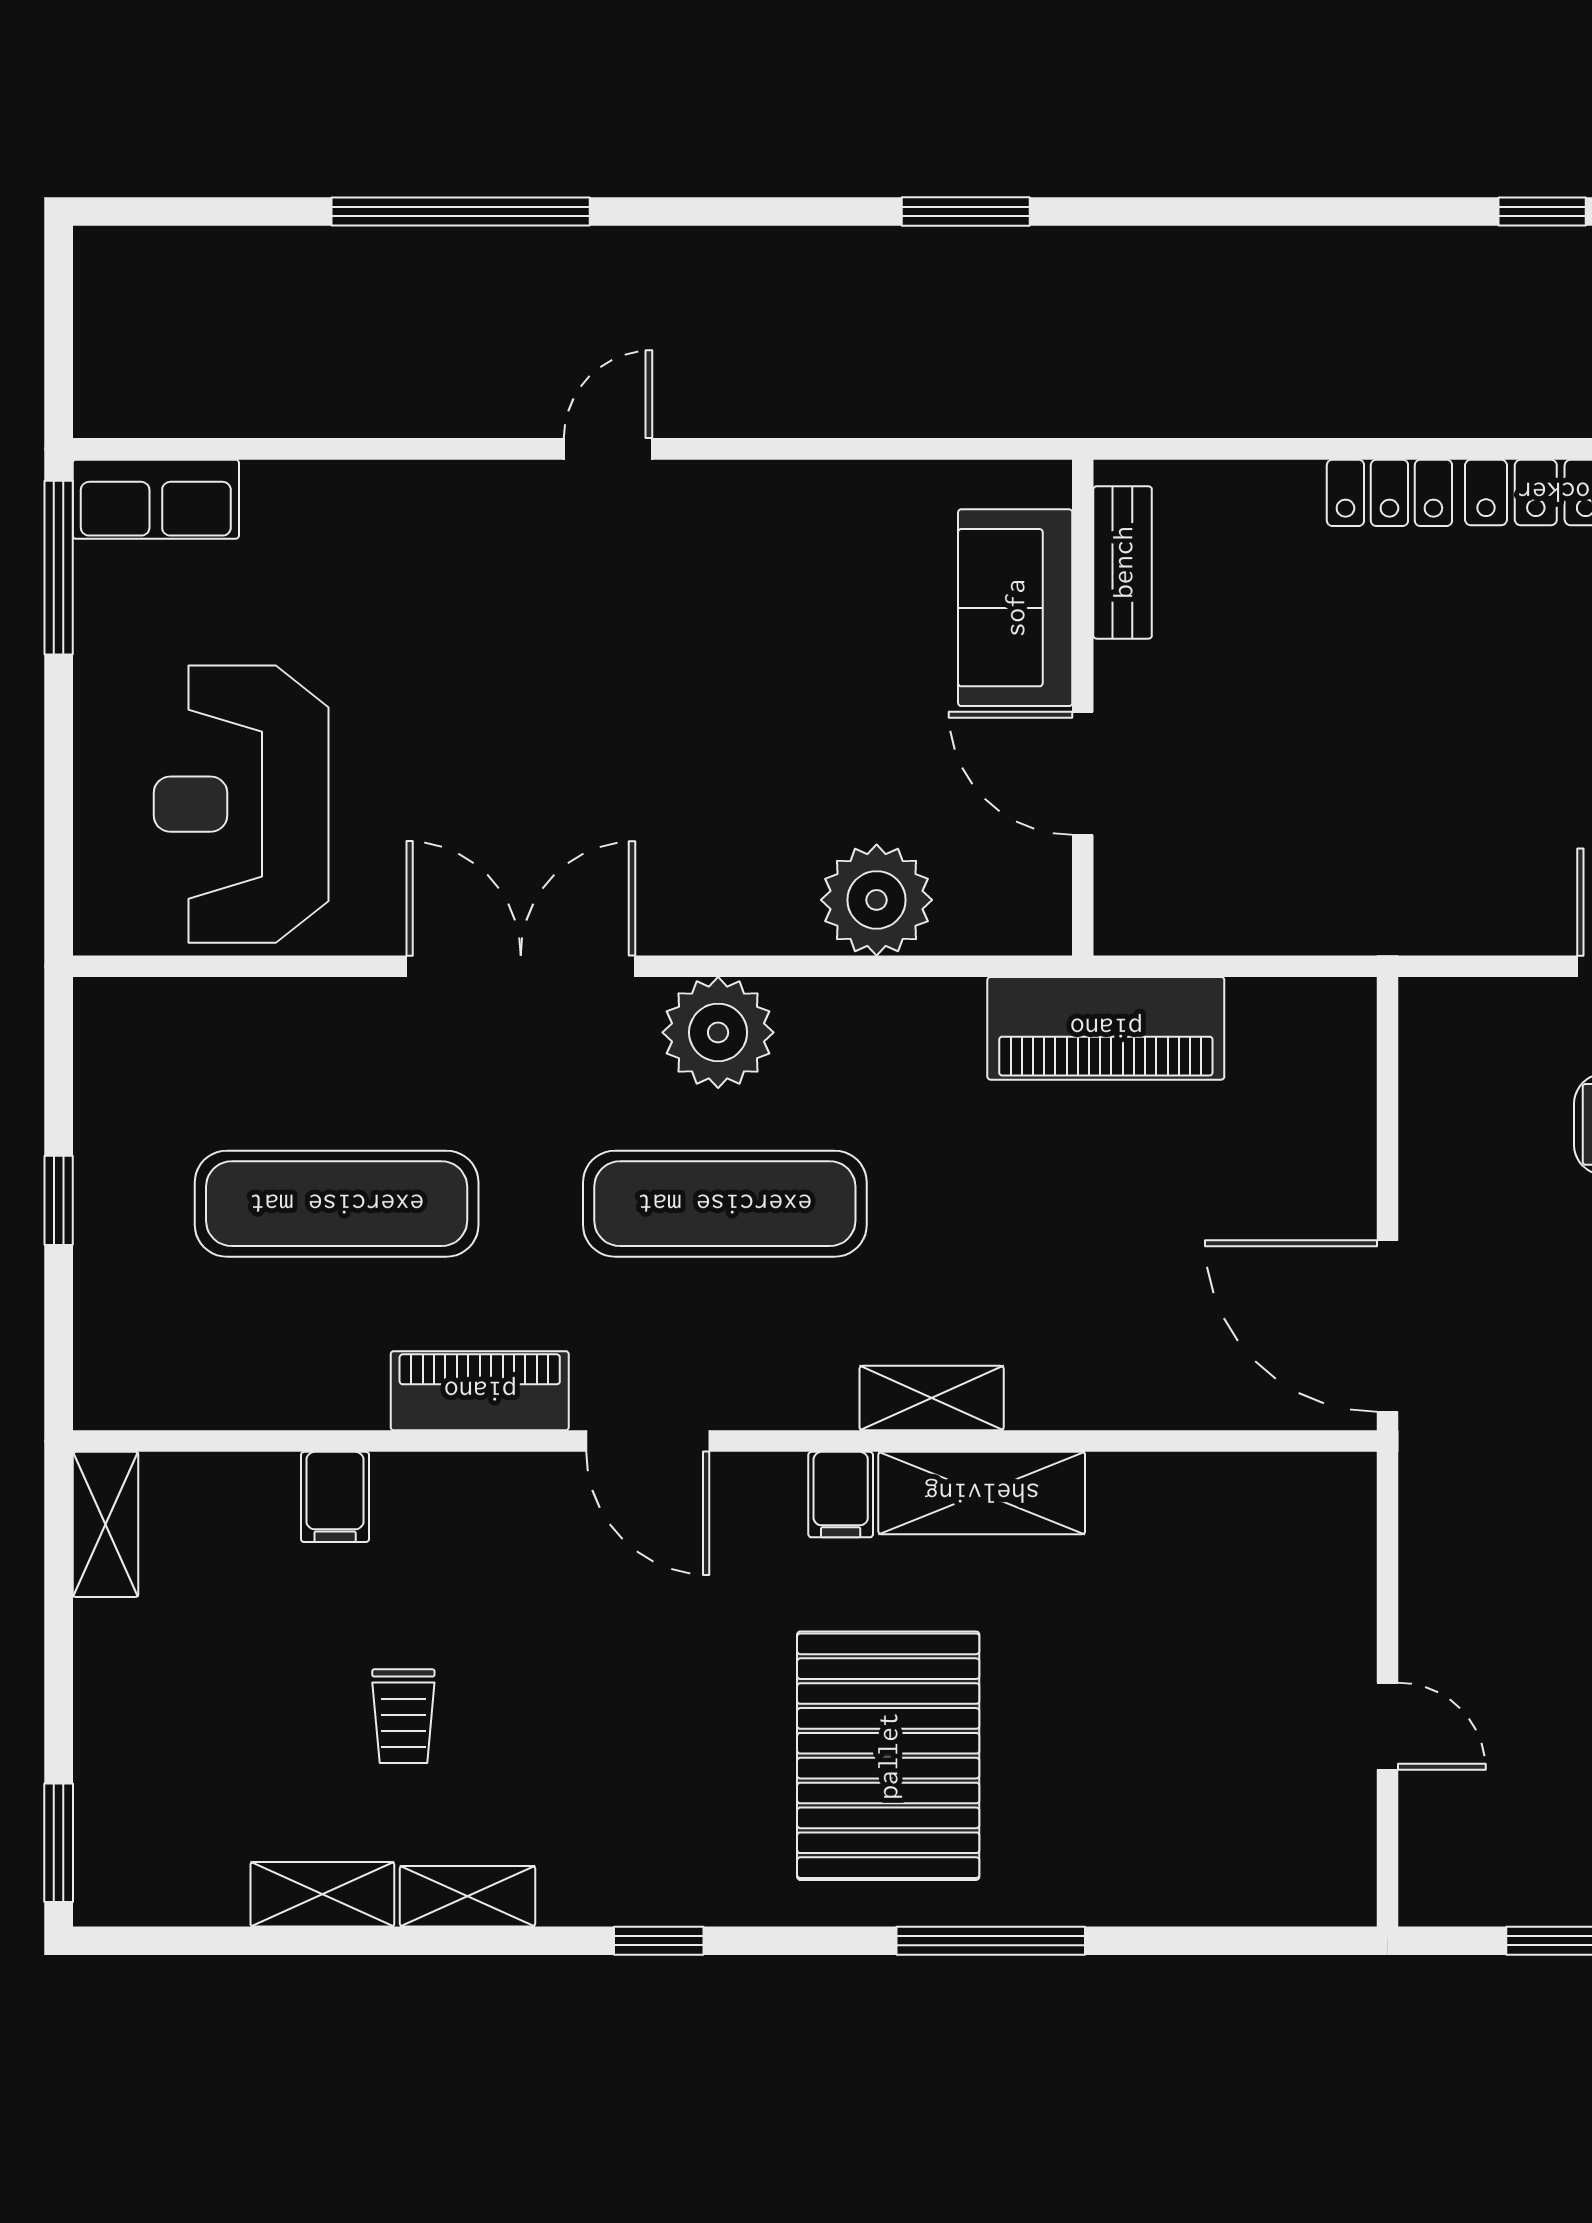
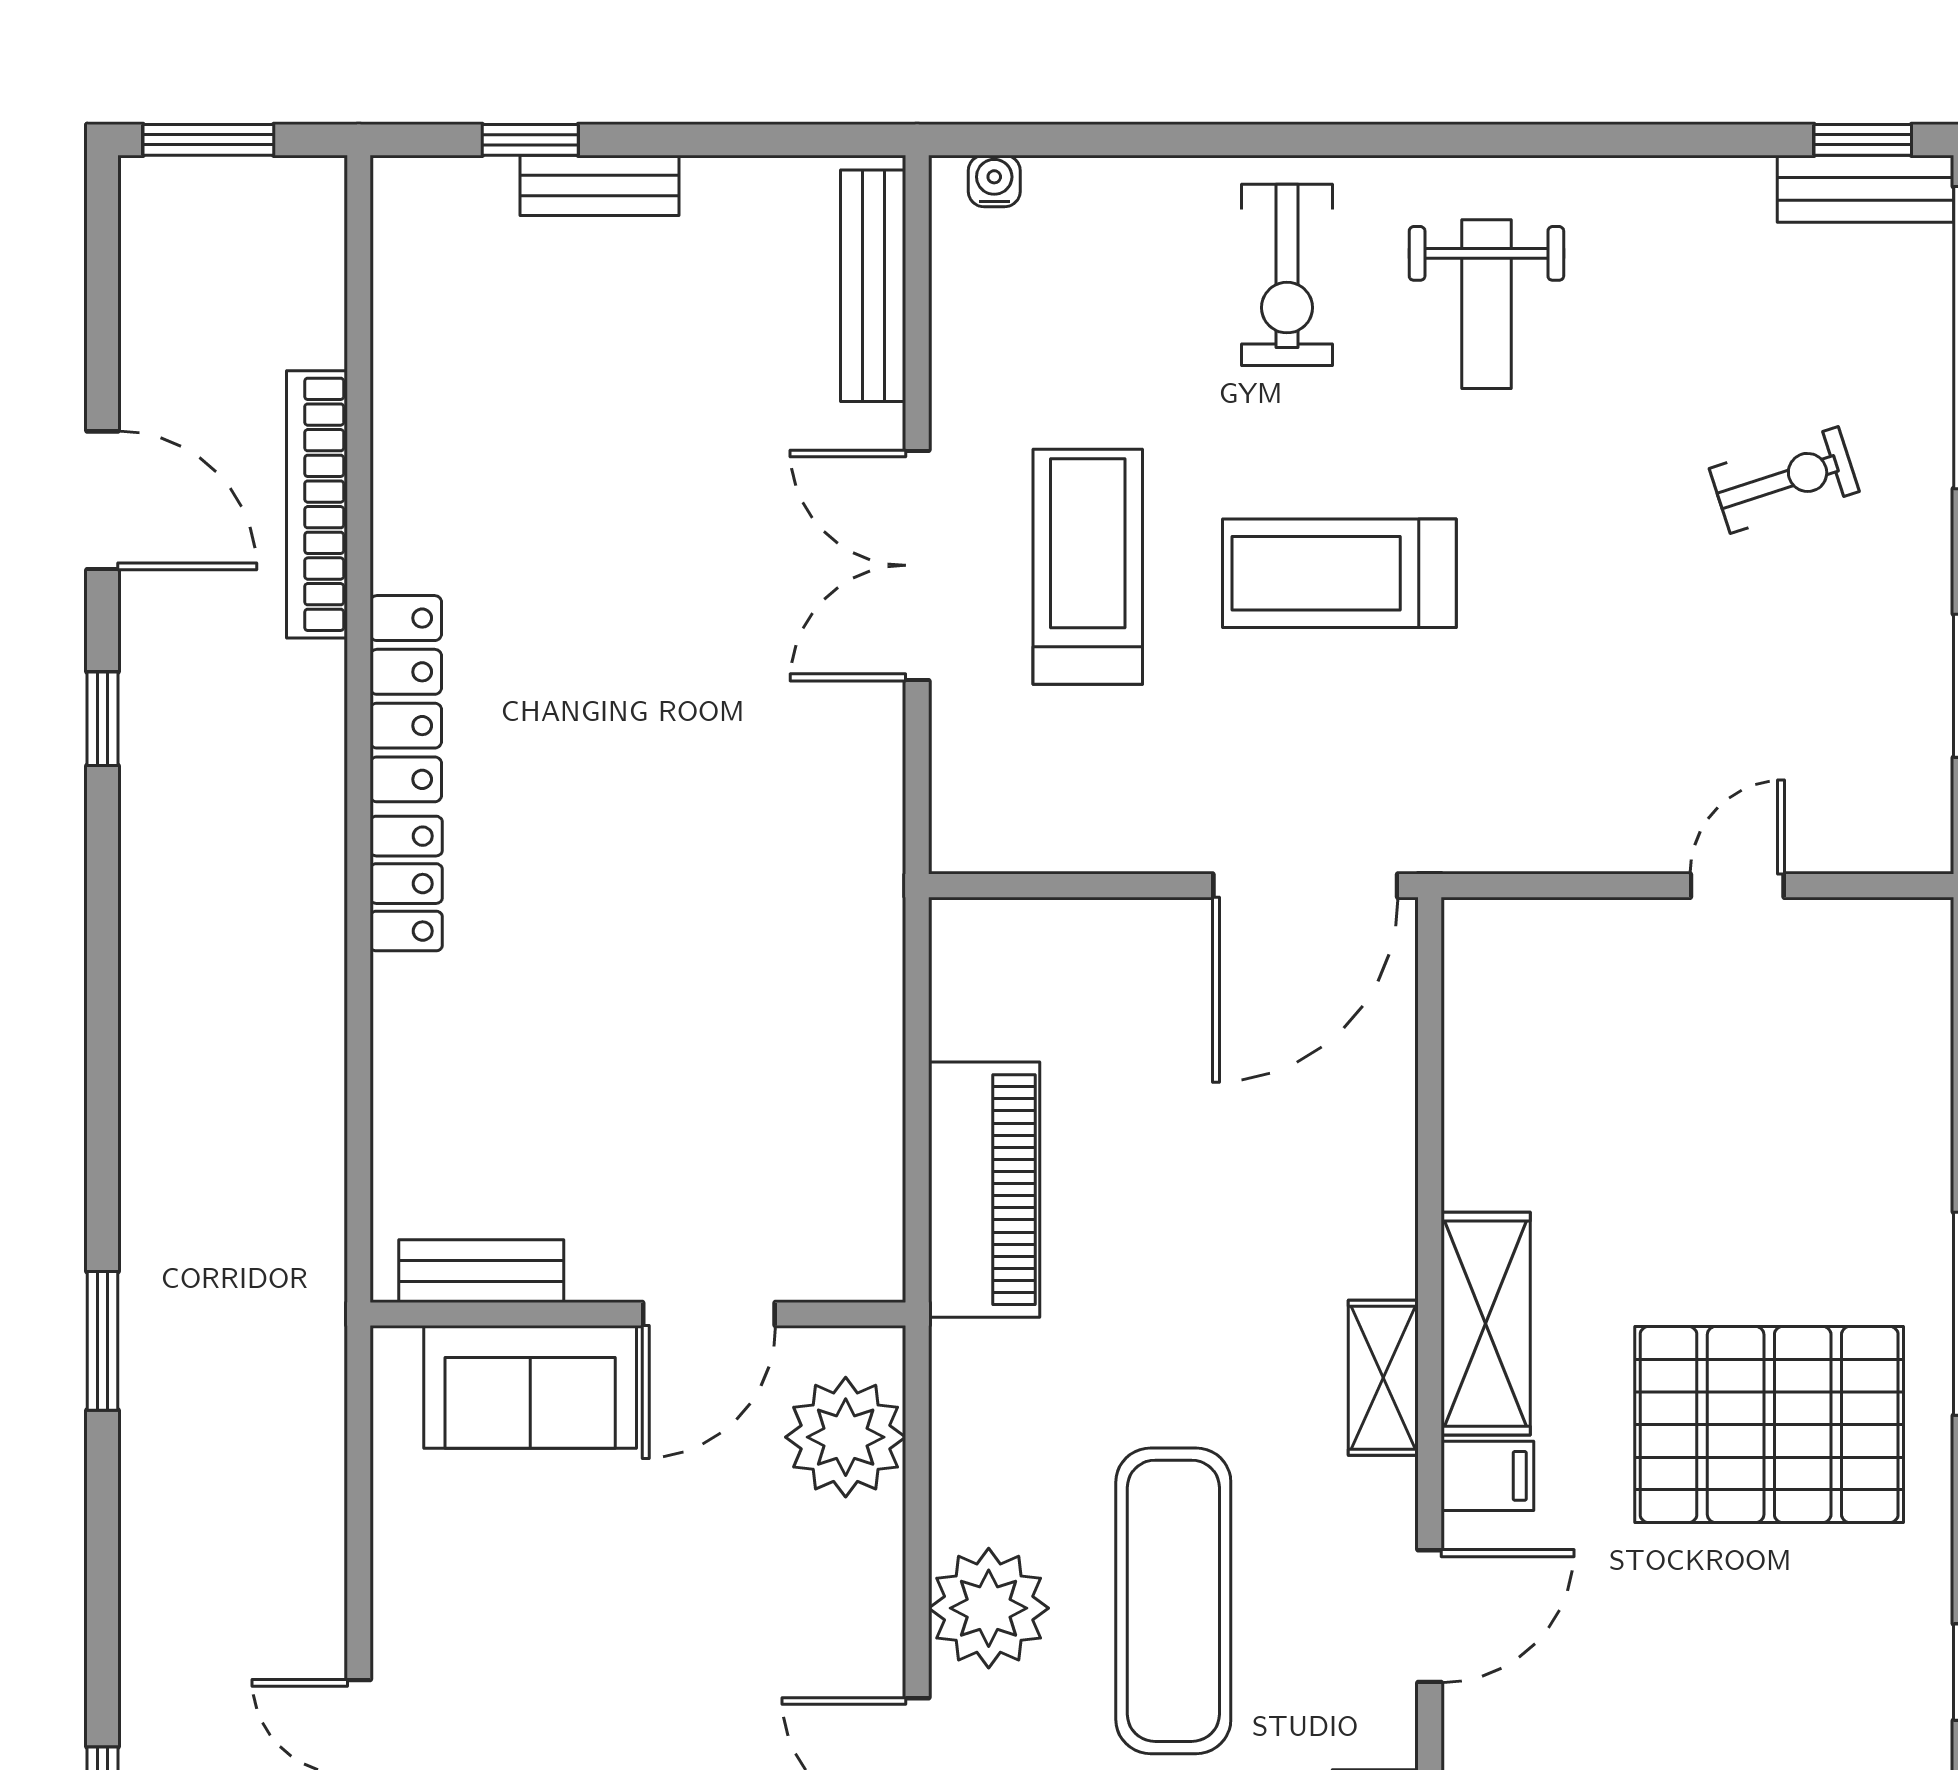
bench: (1123, 562) -> (481, 1271), moved
sofa: (1015, 608) -> (530, 1387), moved
wall: (1083, 708) -> (638, 1314), moved
door: (1083, 773) -> (709, 1314), moved
door: (648, 1441) -> (1430, 1616), moved

